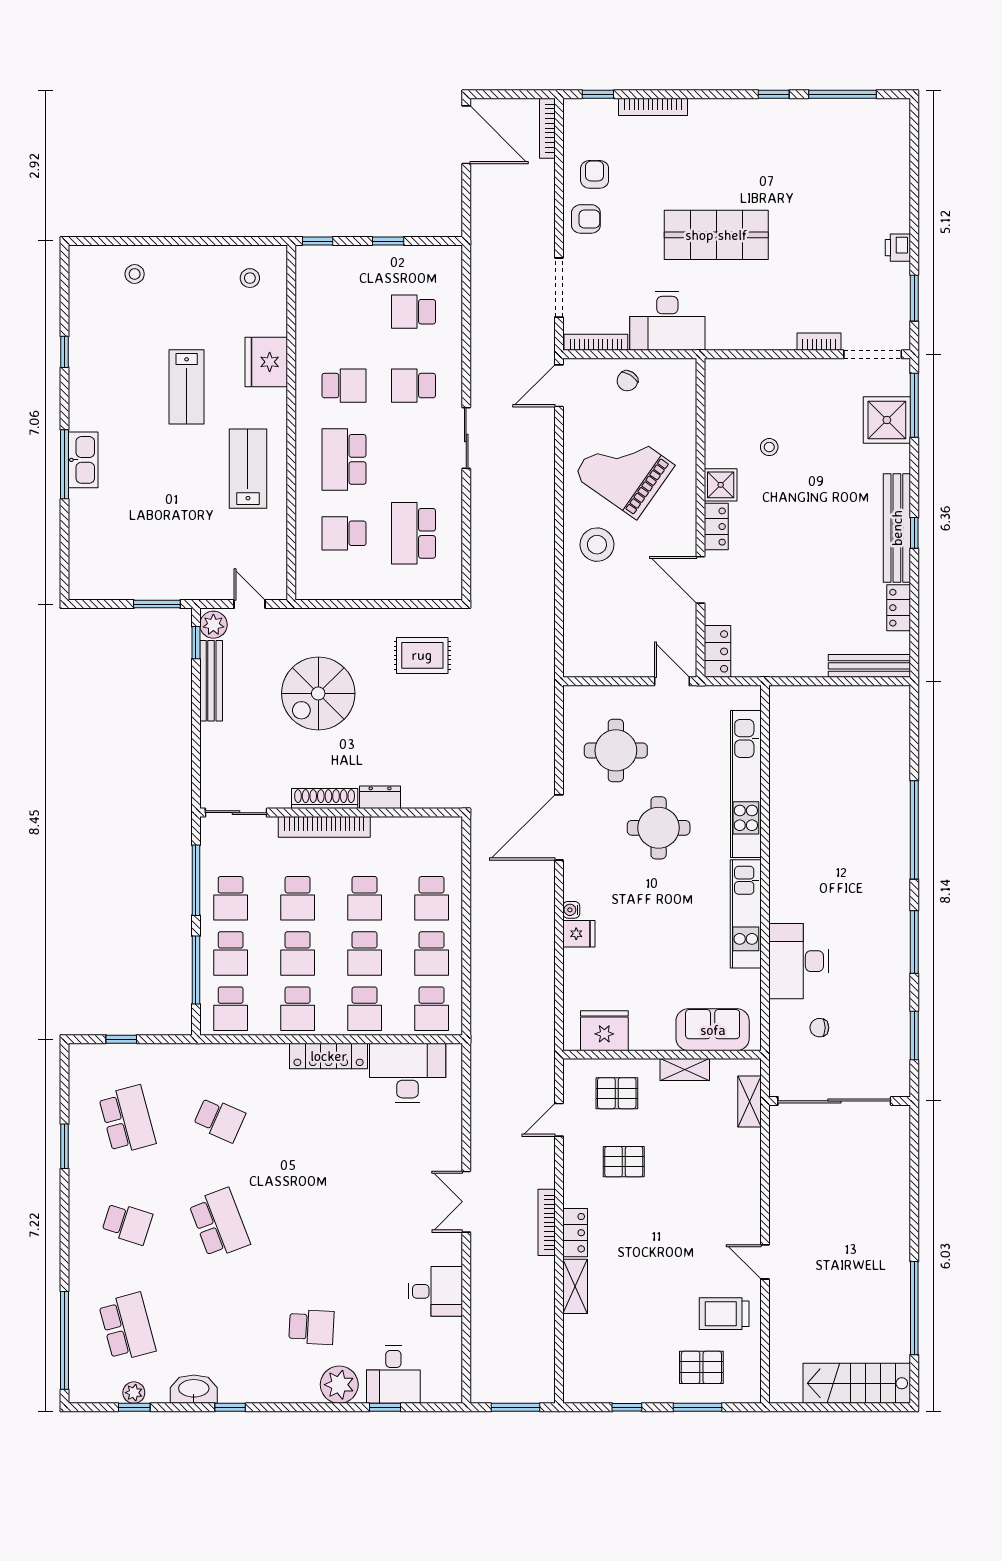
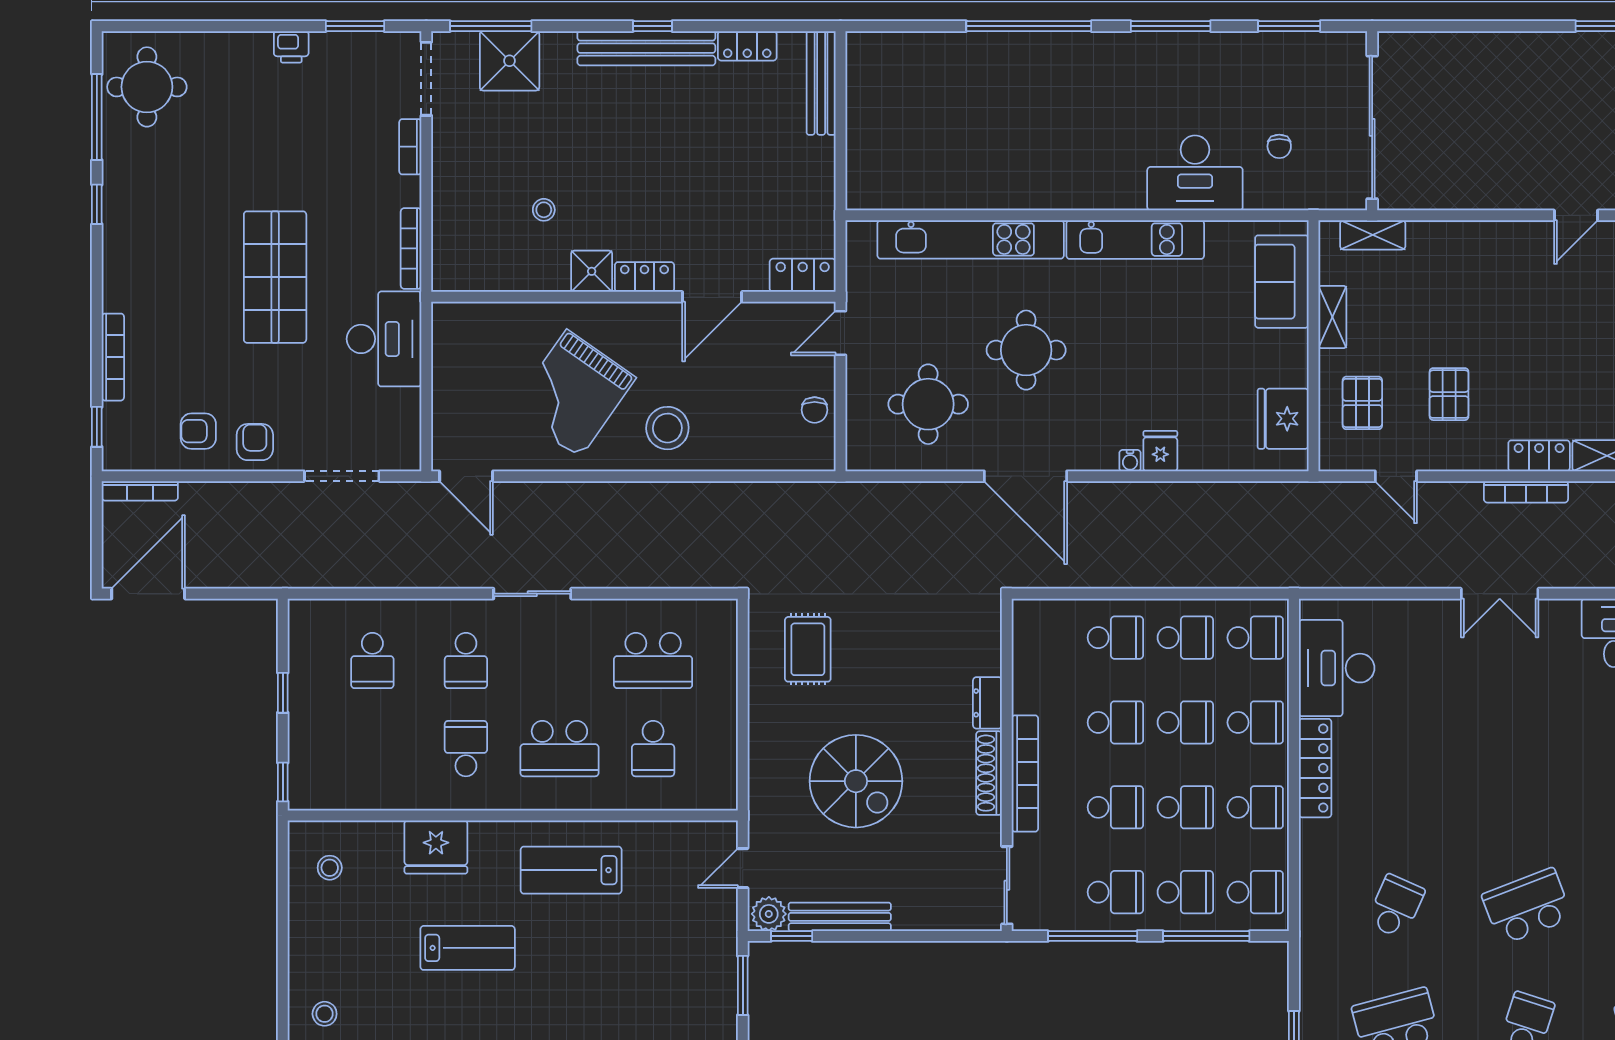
round table: (866, 134) -> (147, 87), added
bookcase: (596, 342) -> (411, 248), moved
chair: (627, 381) -> (815, 410), moved, turned 57

